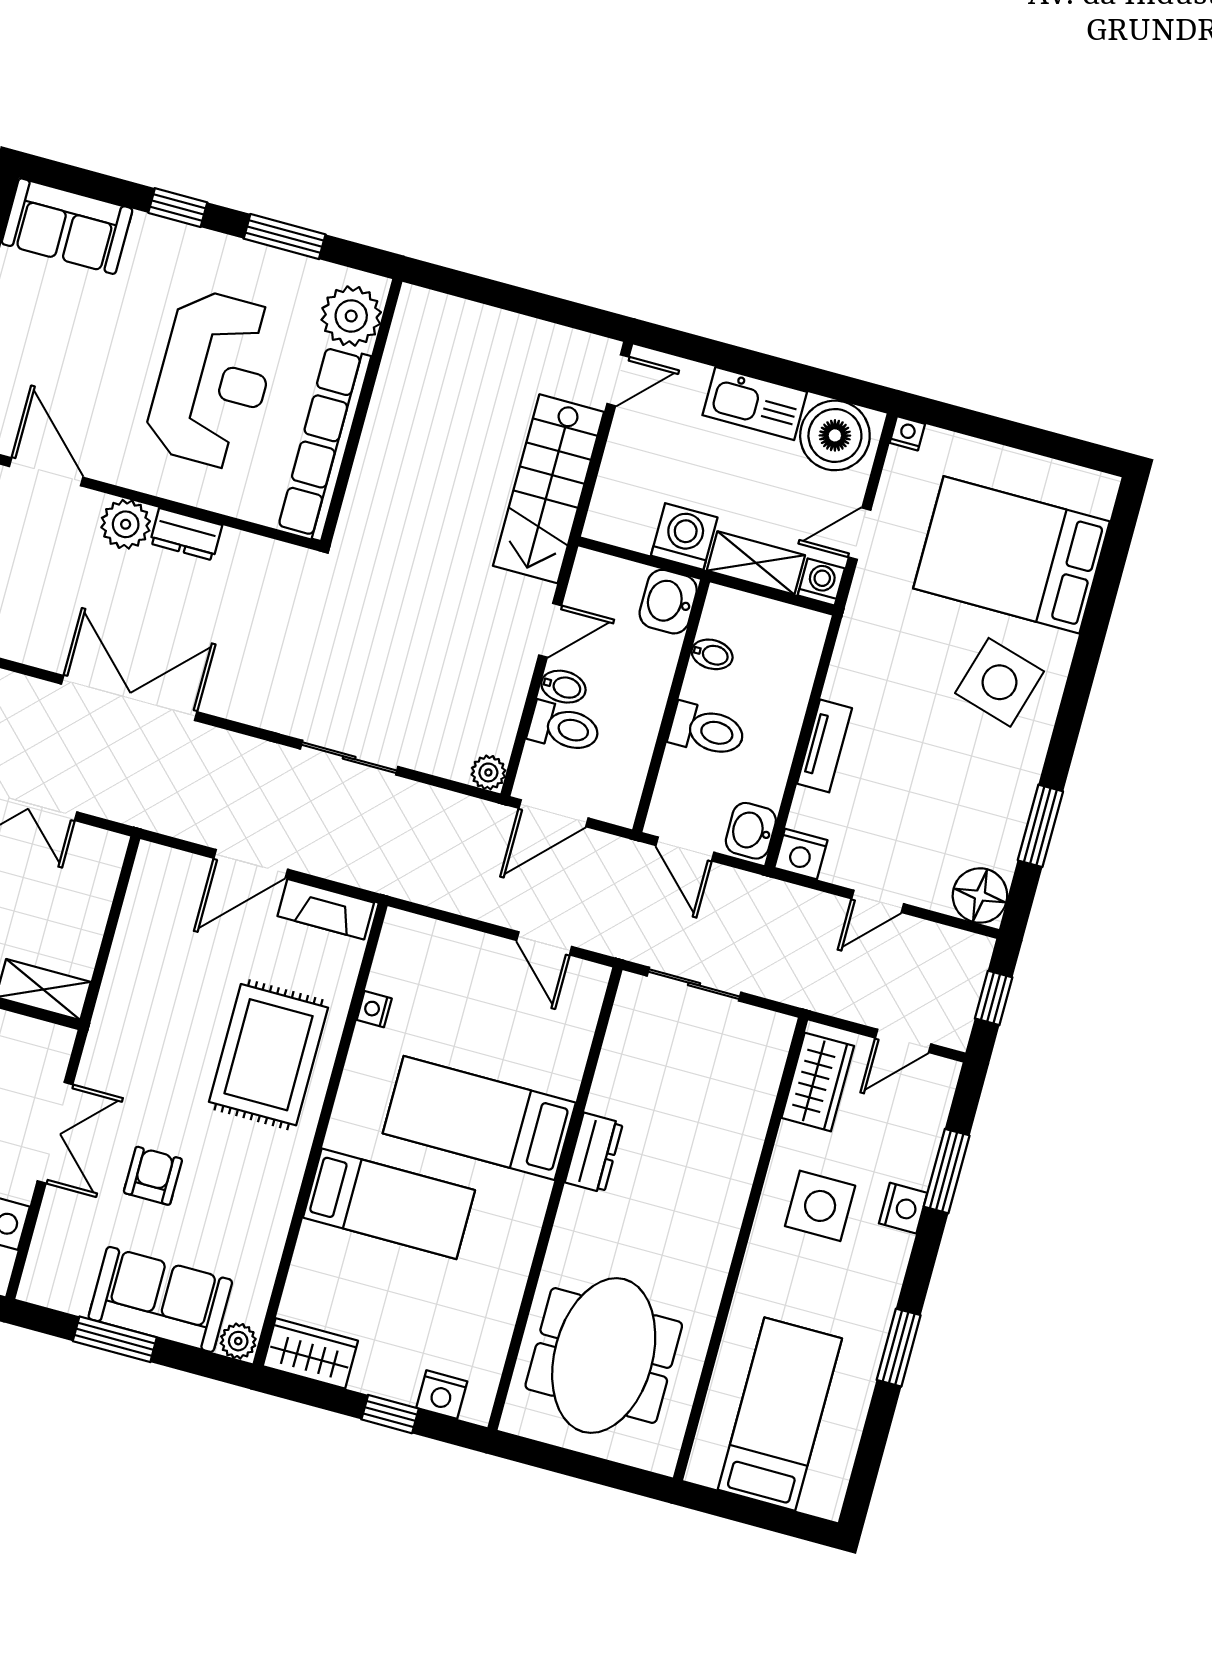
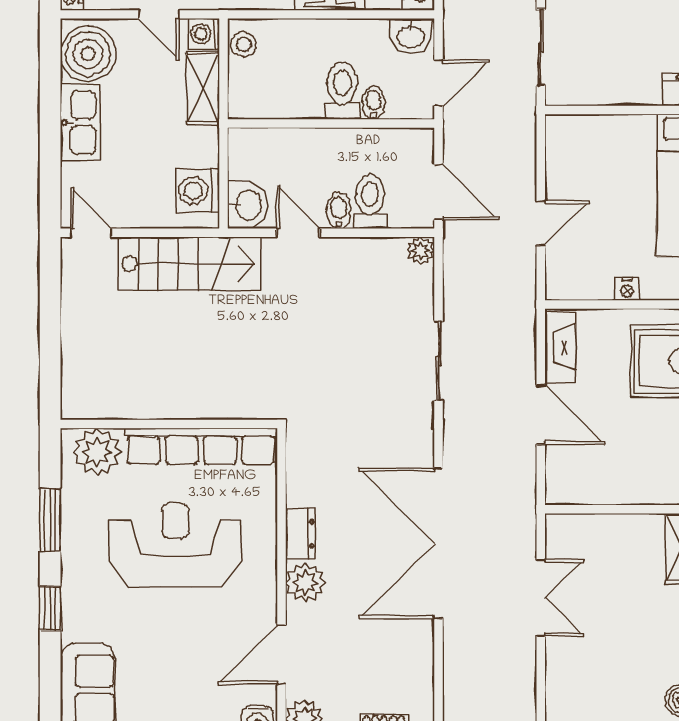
washing machine: (684, 536) -> (198, 191), moved
washbasin: (668, 602) -> (248, 205), moved, turned -90
stool: (796, 626) -> (244, 44), added
bidet: (712, 654) -> (374, 103), moved
double door: (129, 698) -> (438, 543), width x1.36
door: (544, 943) -> (541, 223), moved

